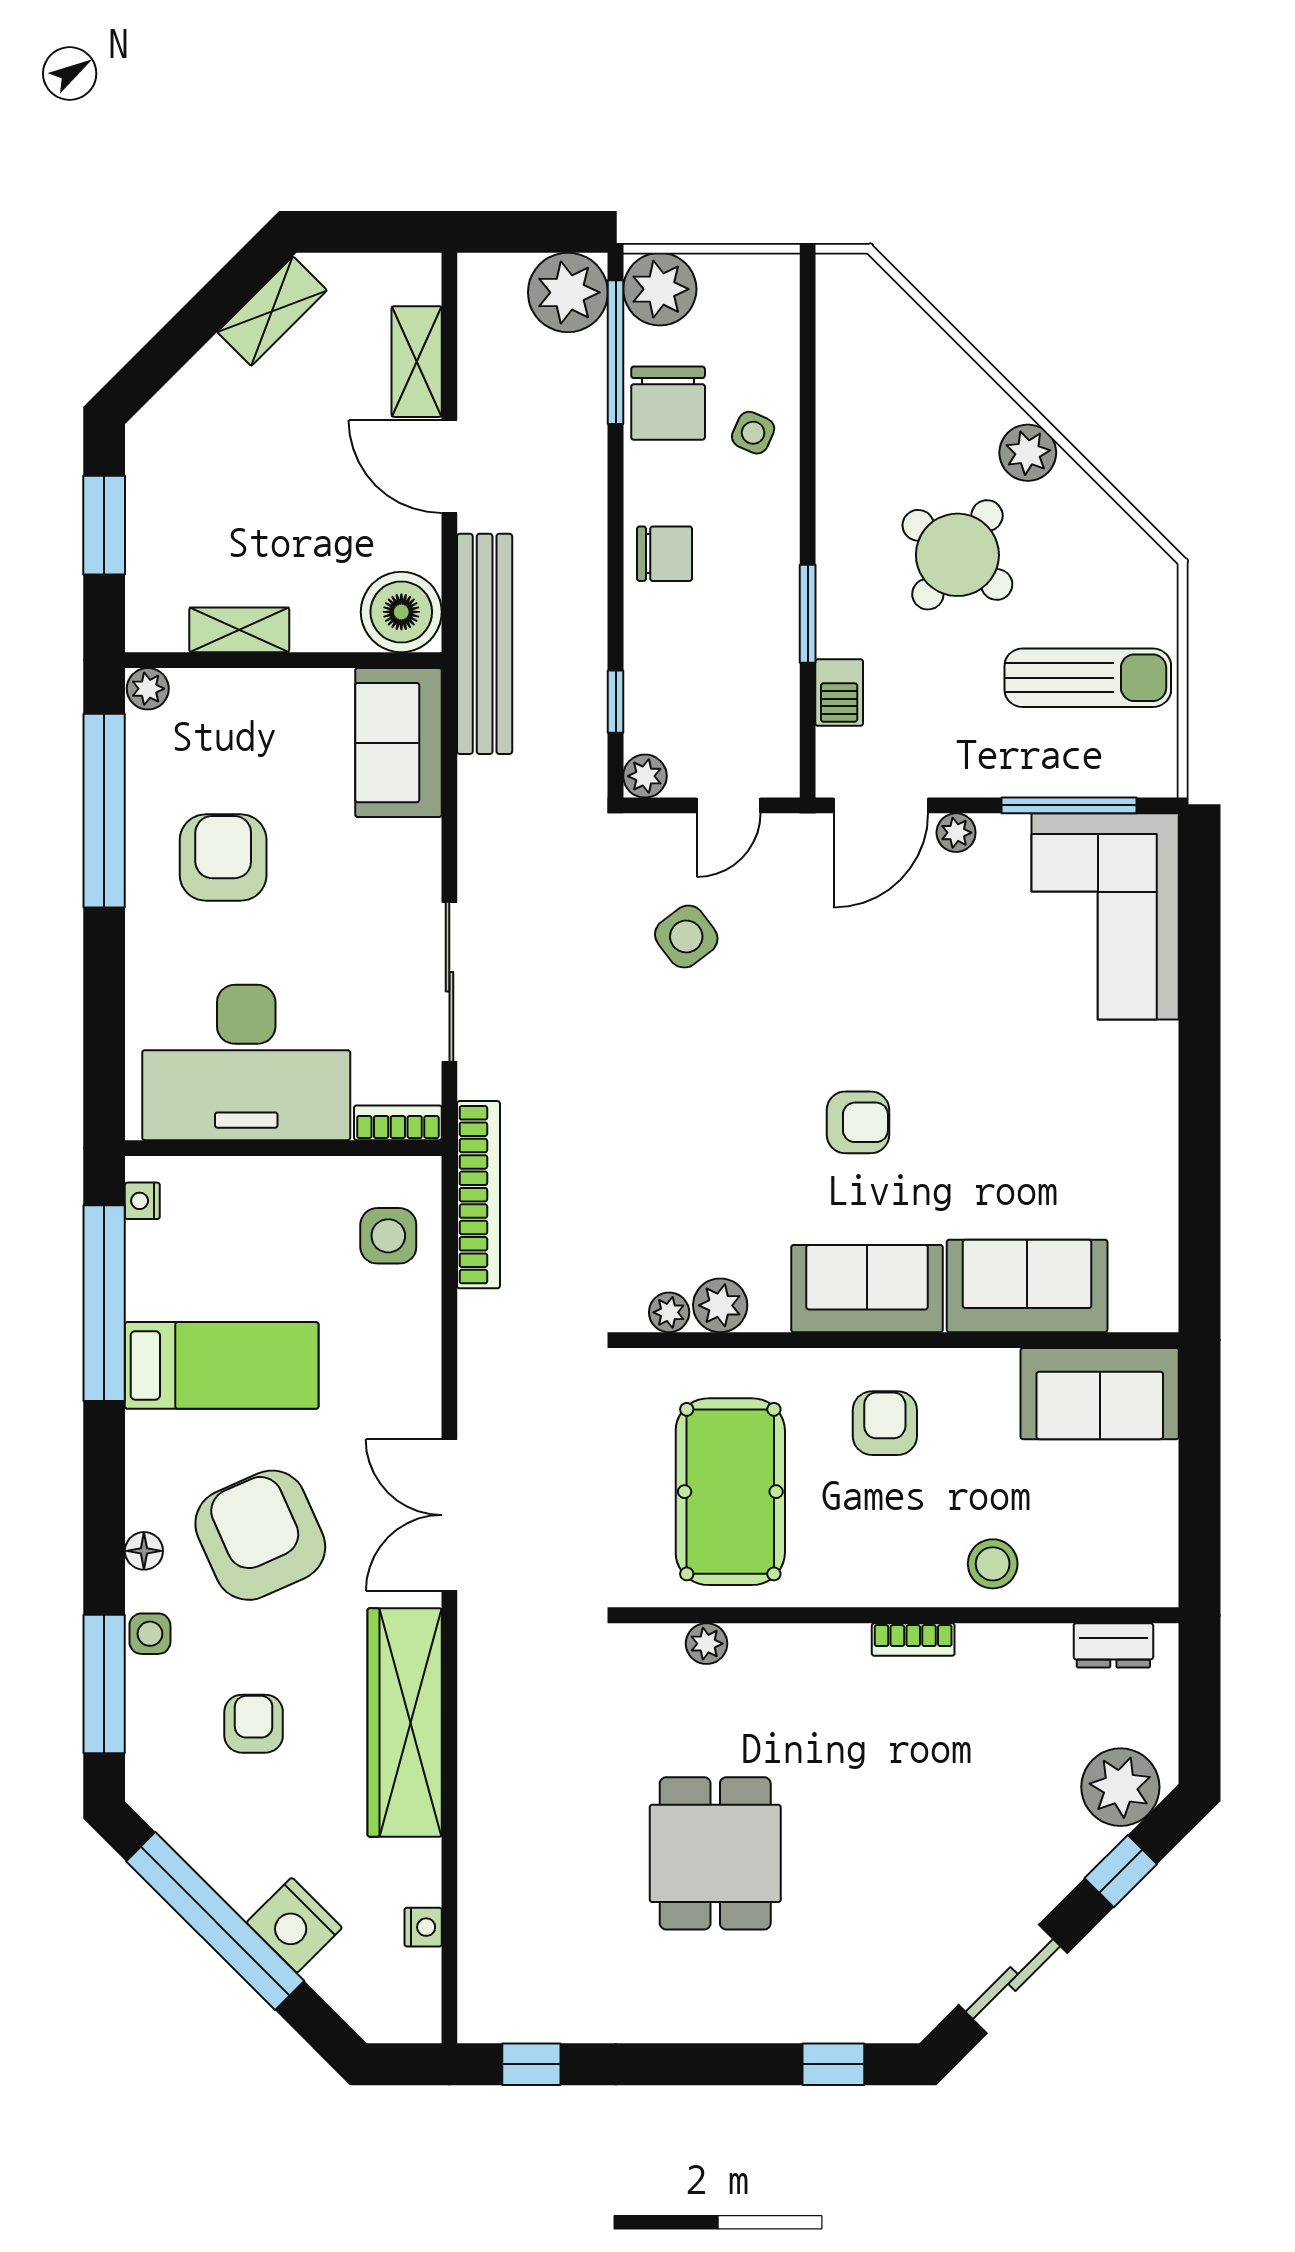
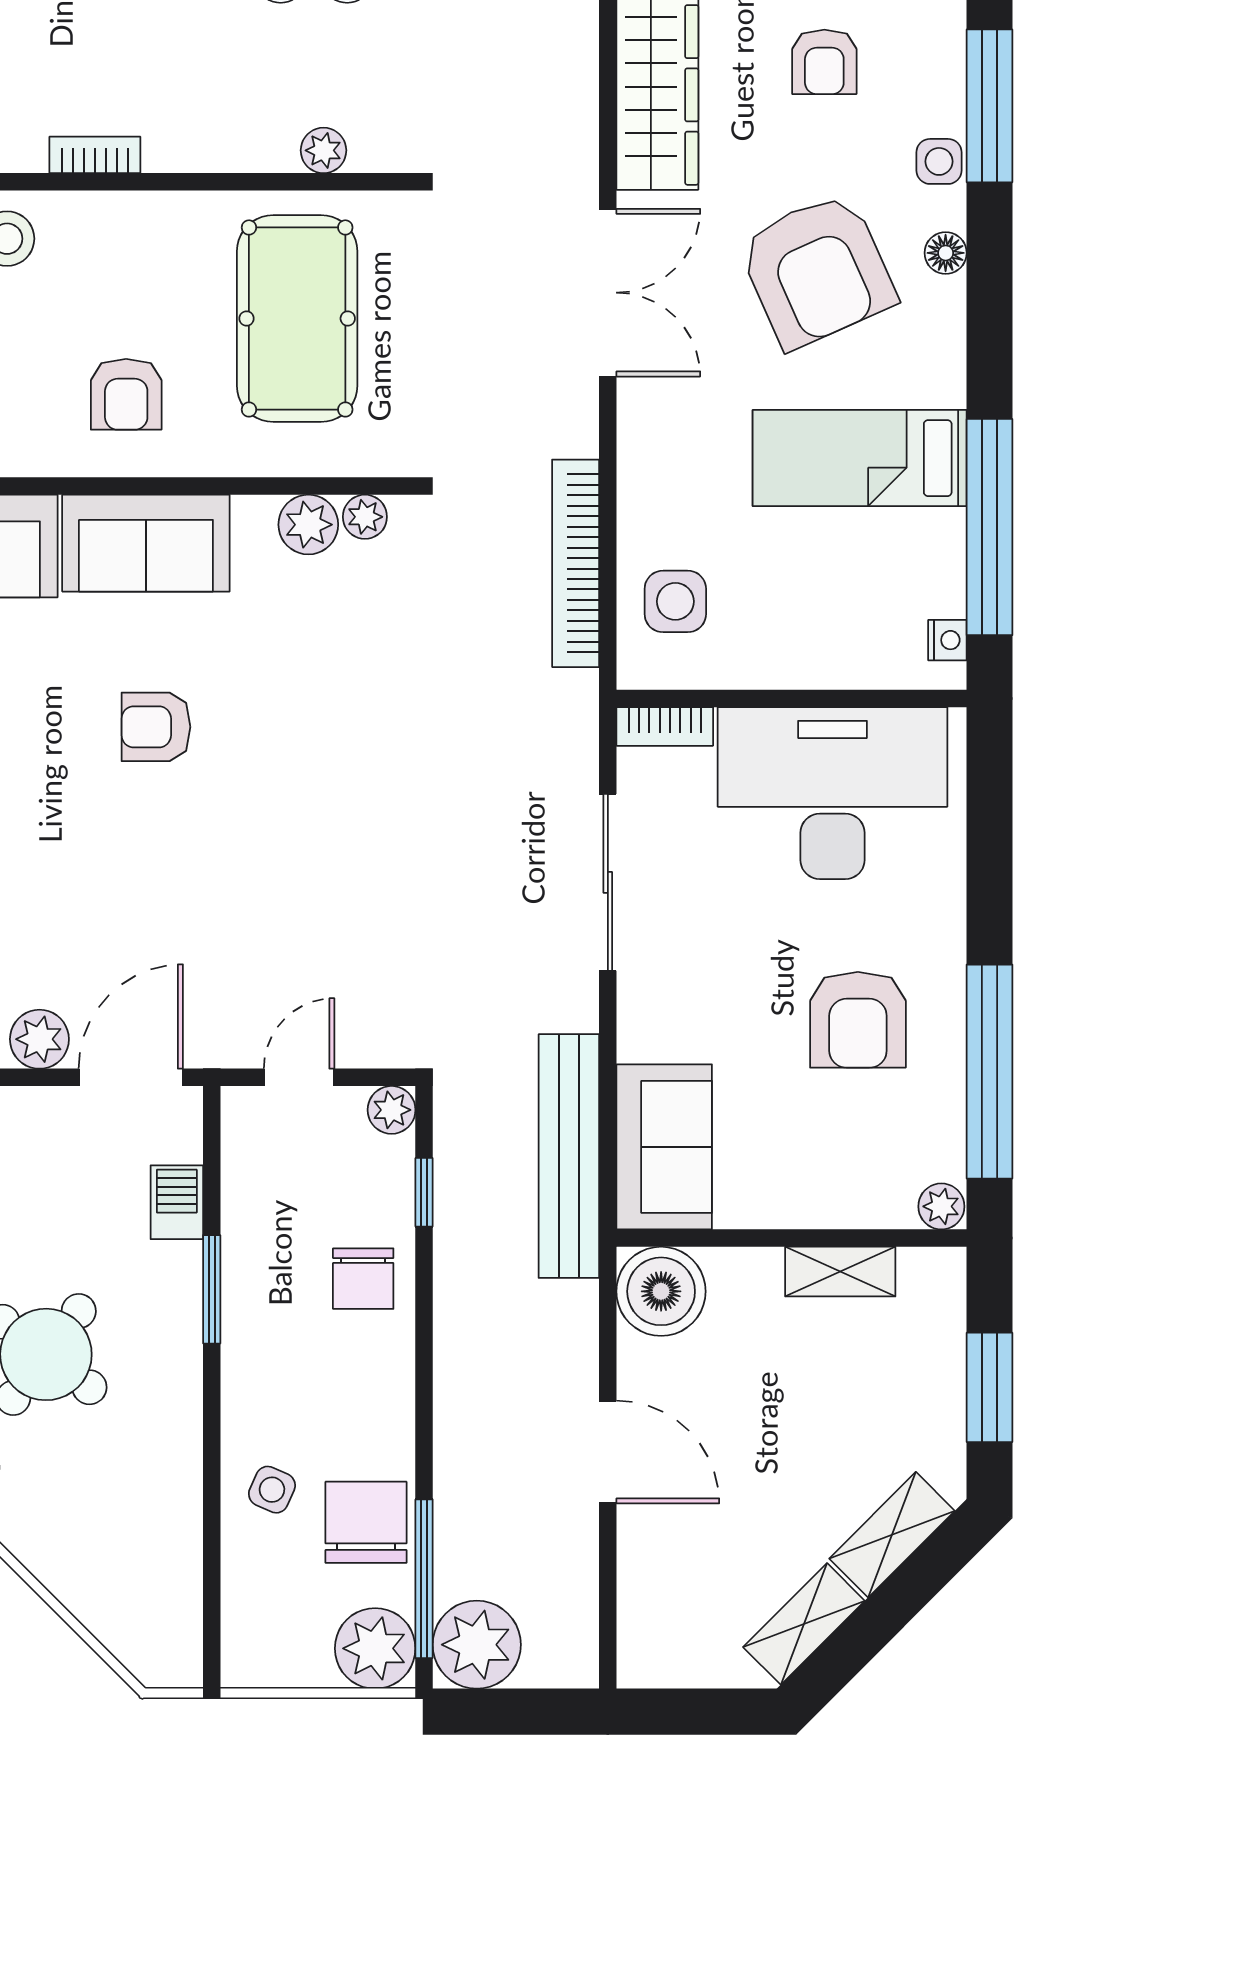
shelving: (417, 362) -> (892, 1535), moved, turned 45
chair: (665, 554) -> (363, 1279), moved, turned -90
bench: (485, 644) -> (569, 1156), moved
plant: (956, 833) -> (39, 1039), width x1.38, depth x1.38
side table: (686, 937) -> (346, 932), removed
bookcase: (478, 1195) -> (576, 563), moved

